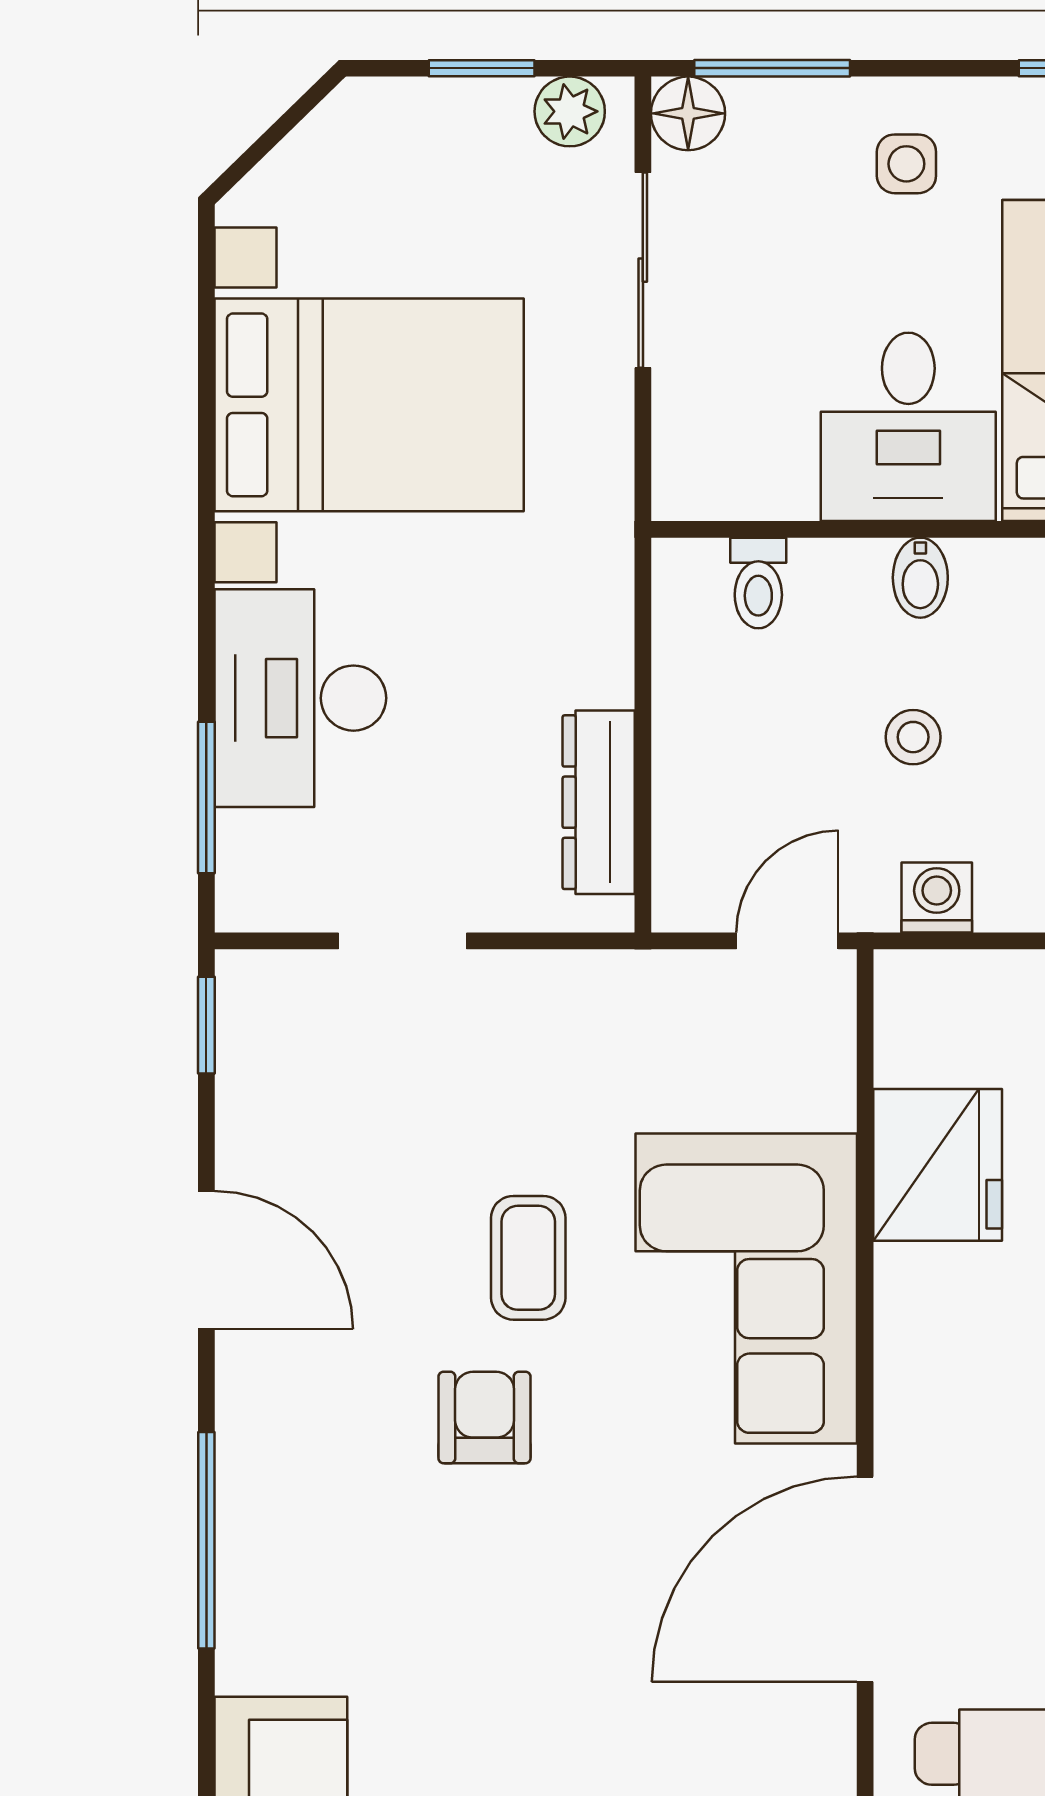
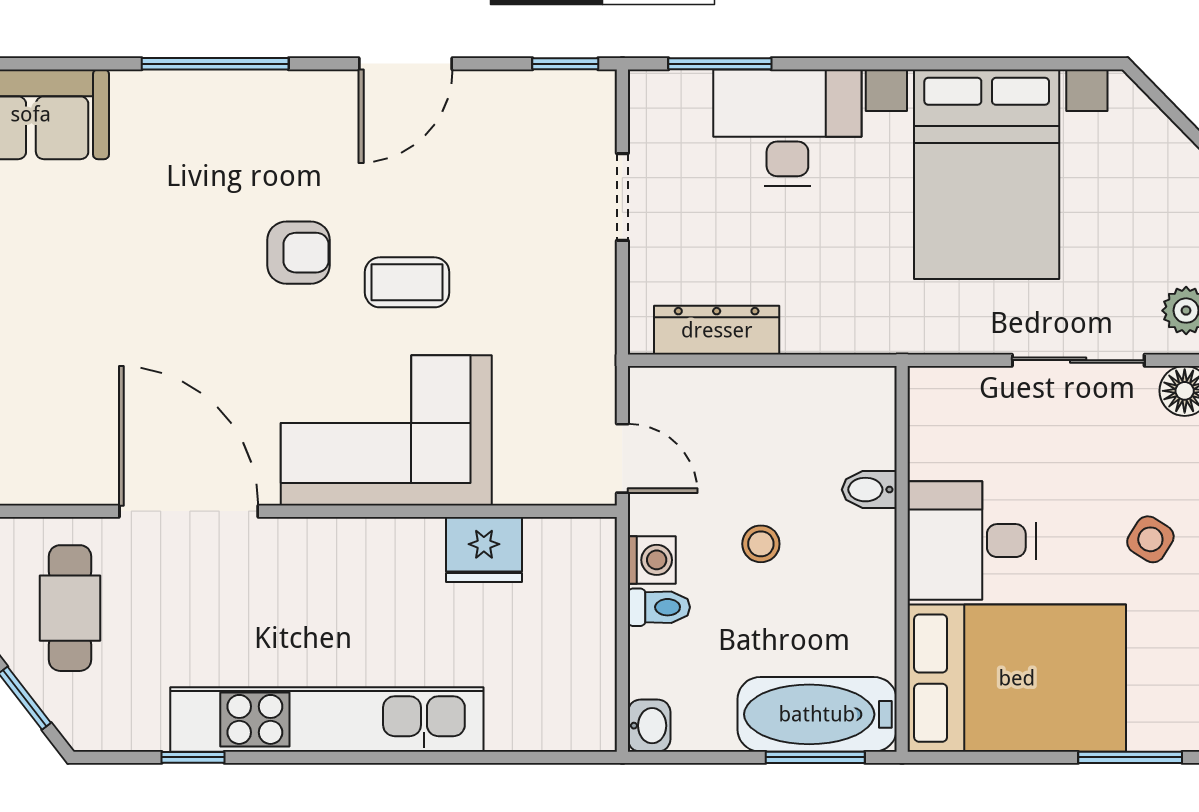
side table: (906, 164) -> (1150, 539), turned 32
bidet: (920, 578) -> (869, 490), moved
toilet: (758, 583) -> (659, 607), moved, turned 180
fridge: (938, 1165) -> (484, 549), width x0.73, depth x0.75

